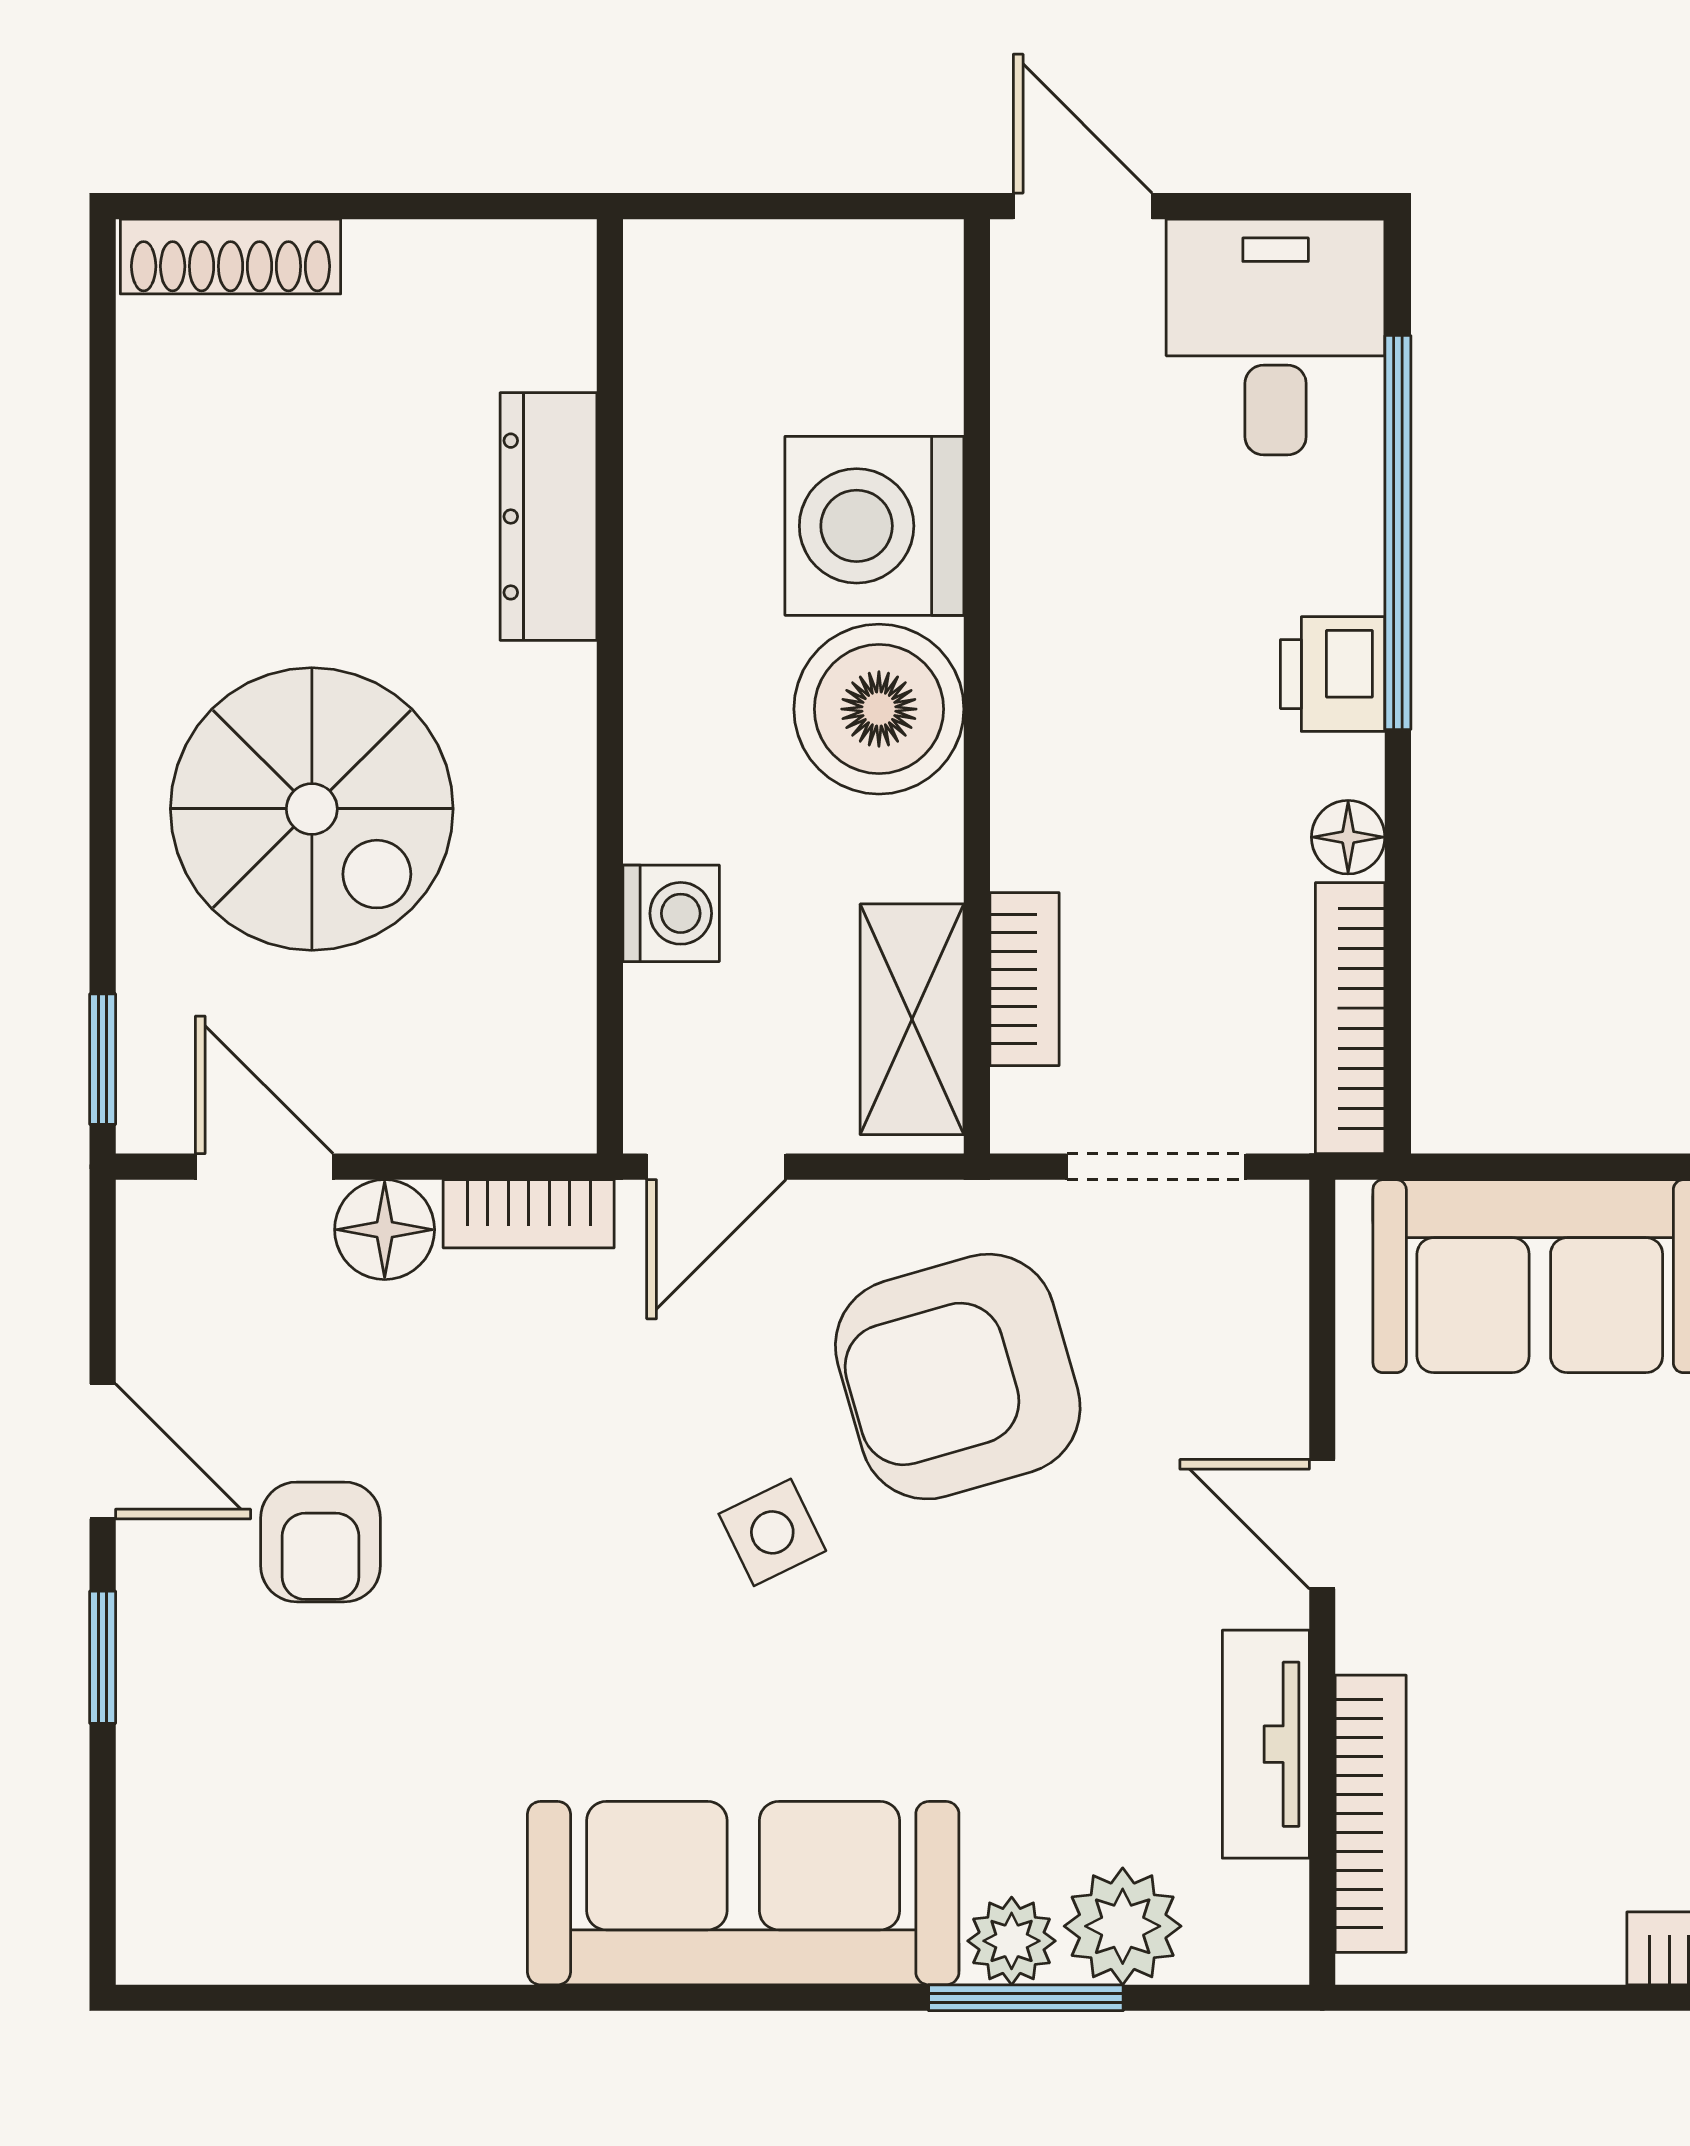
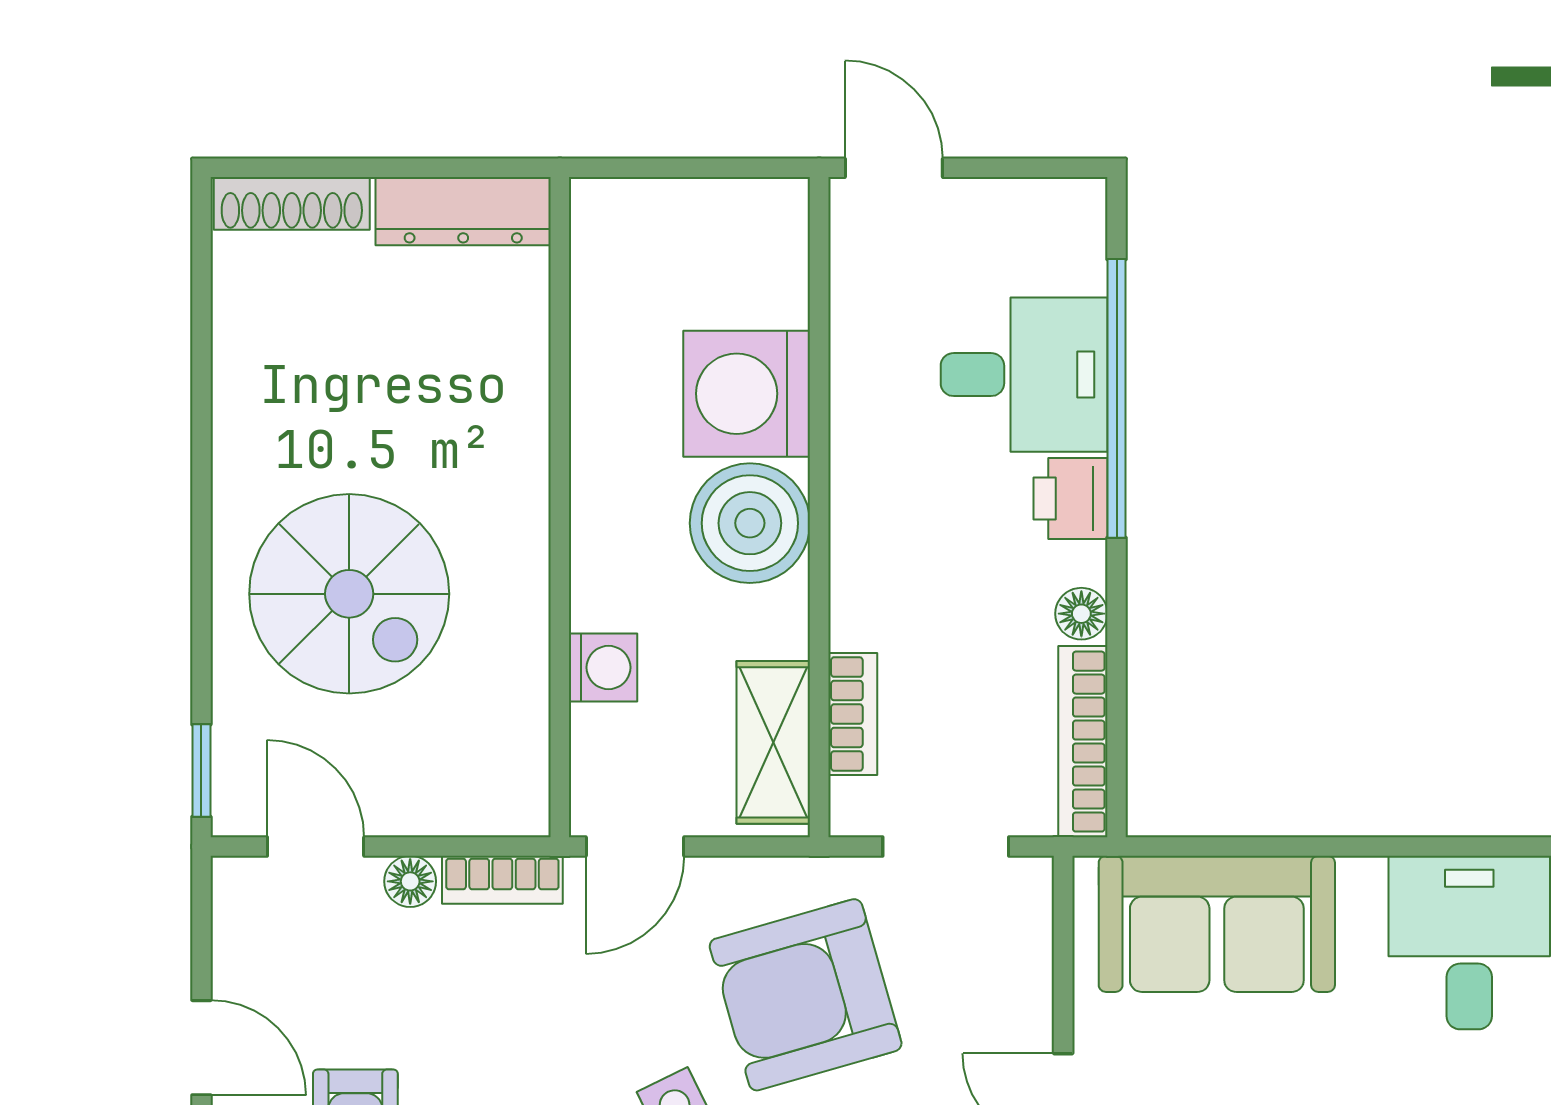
desk: (1276, 337) -> (1024, 375), moved, turned 90
dresser: (549, 517) -> (463, 211), moved, turned -90
floor lamp: (385, 1230) -> (410, 881), width x0.73, depth x0.73

